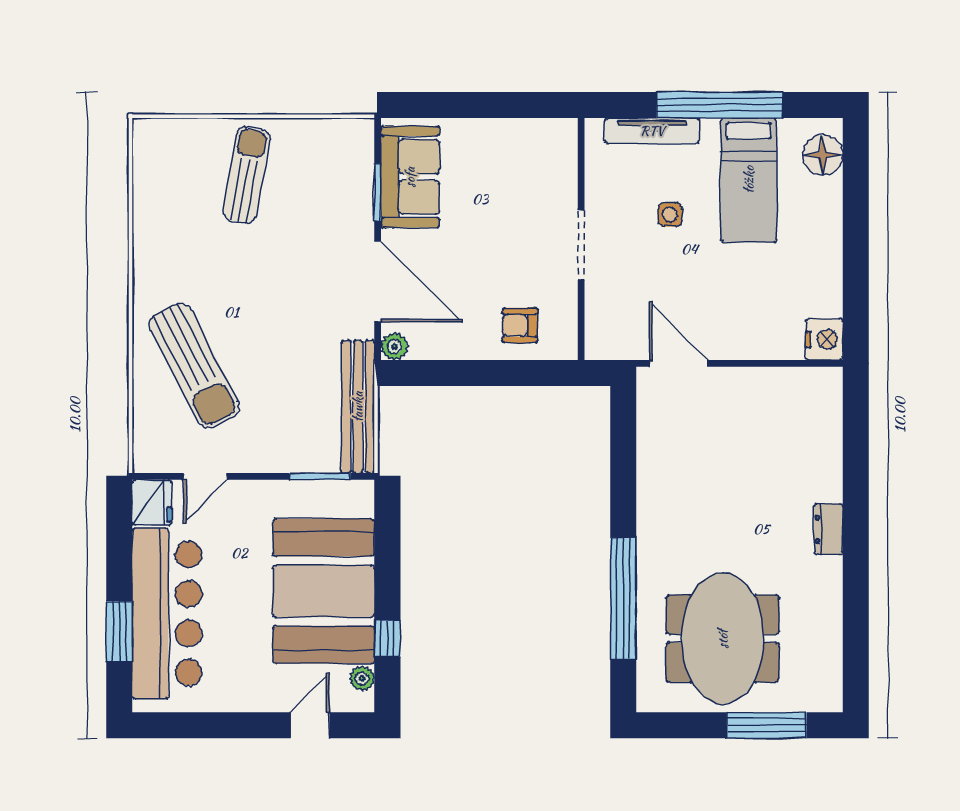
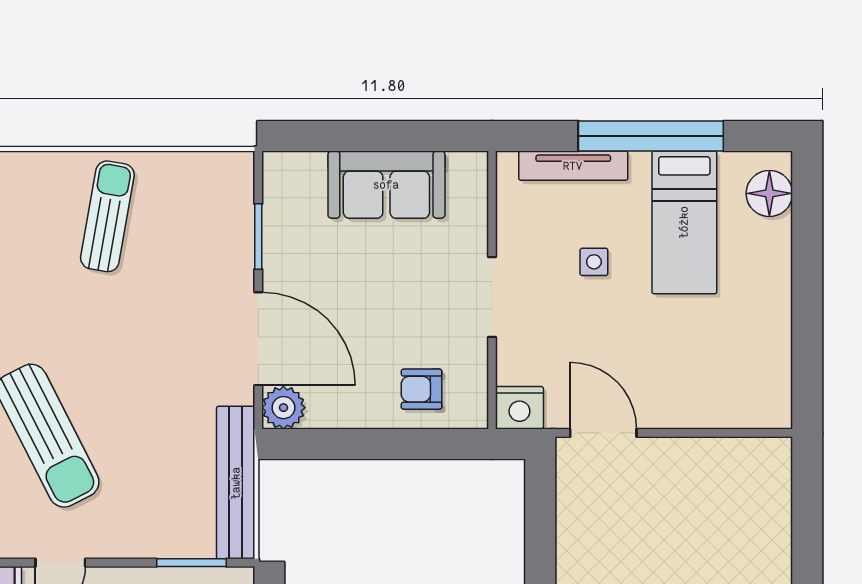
sofa: (410, 177) -> (386, 185), moved, turned 90
nightstand: (824, 339) -> (519, 408), moved, turned 90
plant: (395, 347) -> (283, 408), width x1.38, depth x1.38

